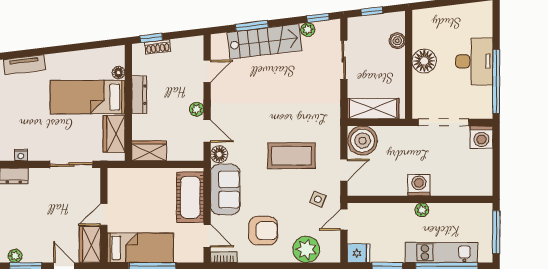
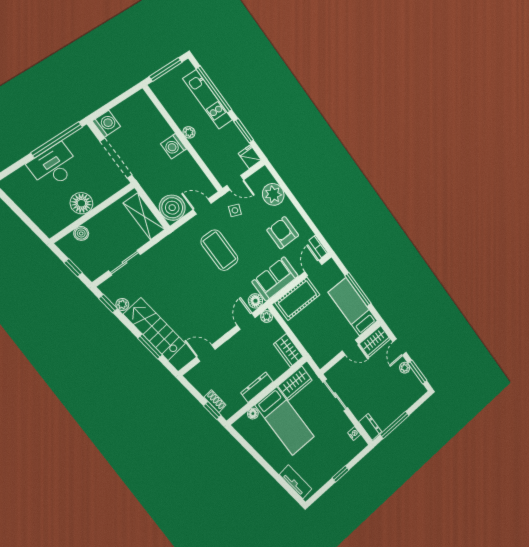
plant: (197, 109) -> (267, 316), moved
plant: (15, 256) -> (405, 368), moved

